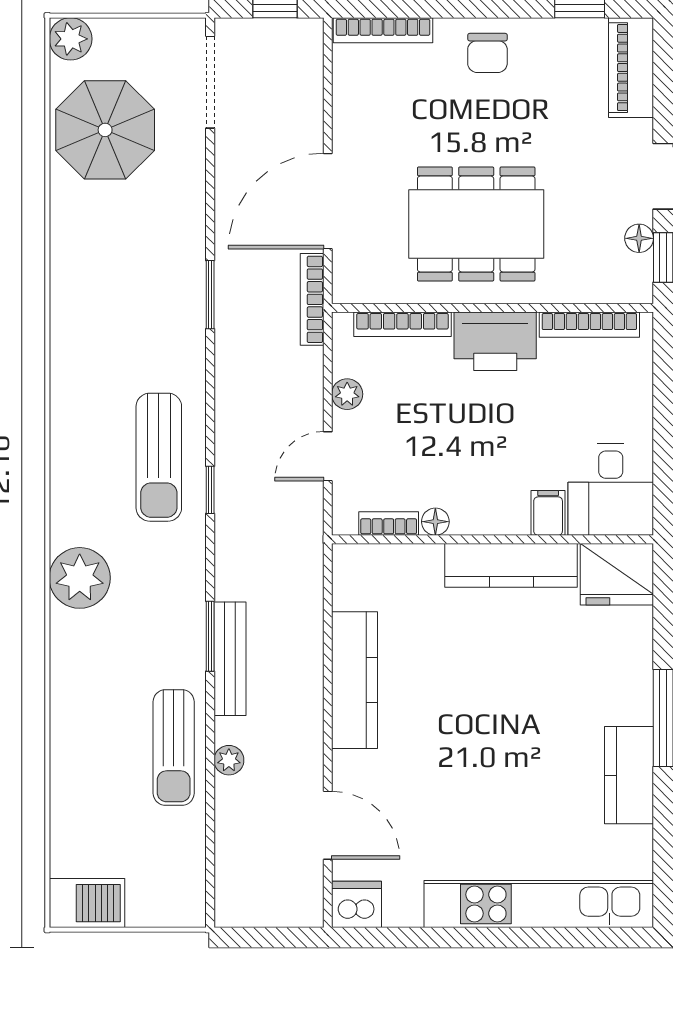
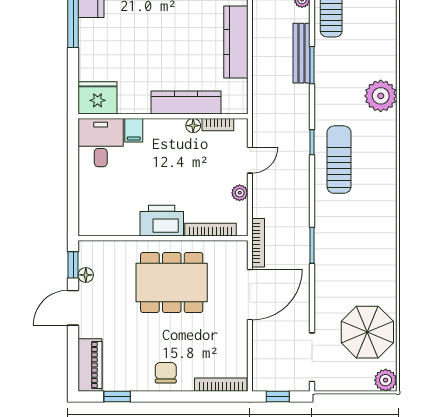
bookcase: (589, 325) -> (112, 229), removed
kitchen counter: (511, 565) -> (186, 103), moved

